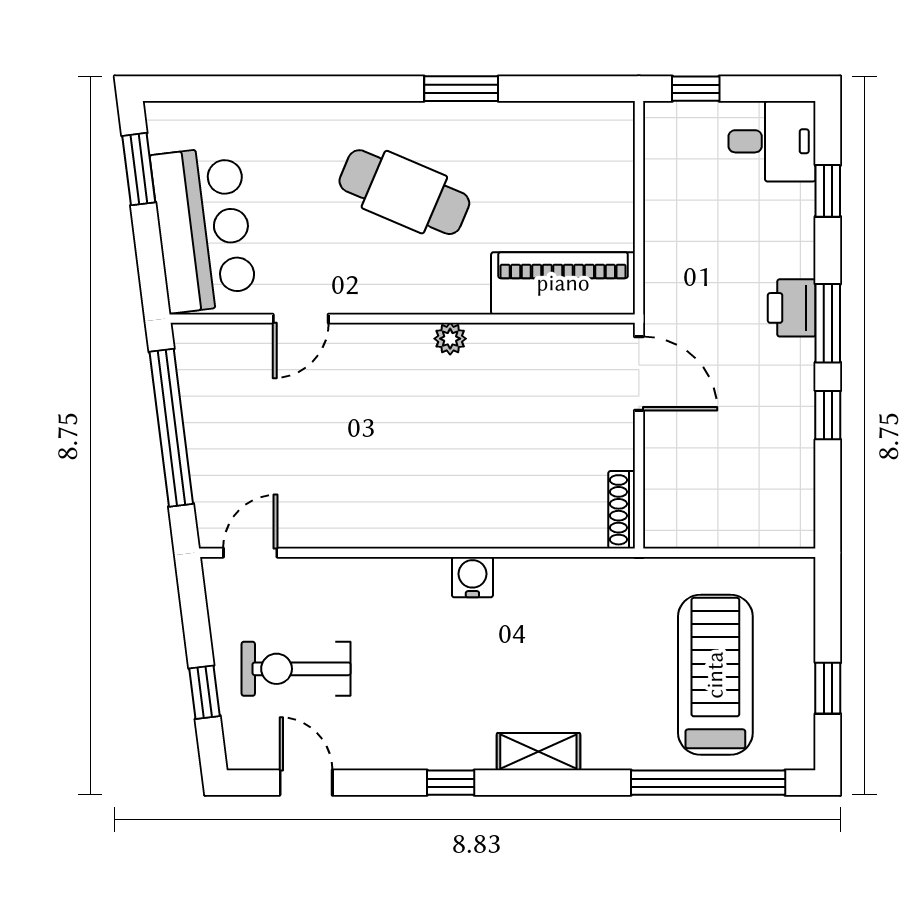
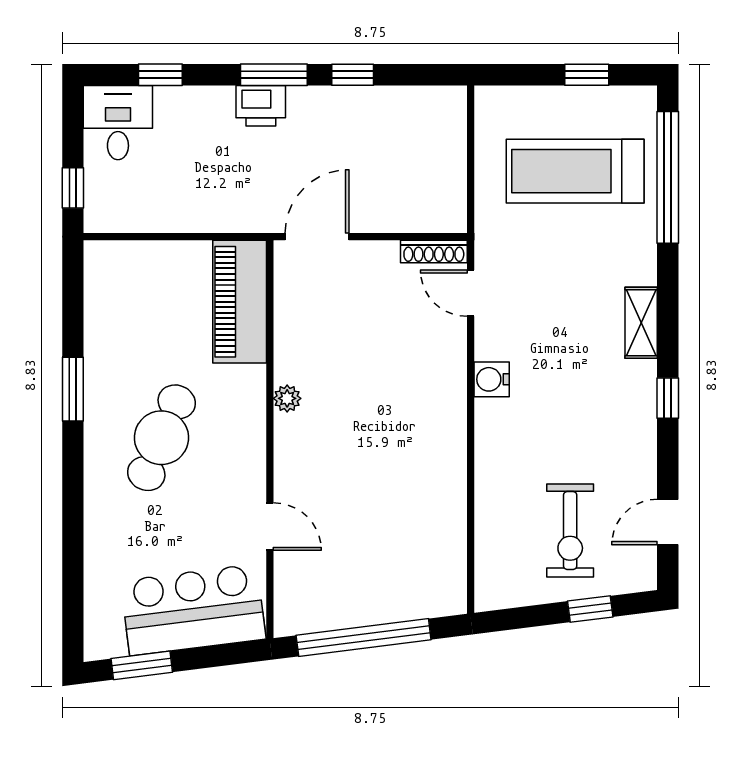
door: (250, 553) -> (471, 293), moved

